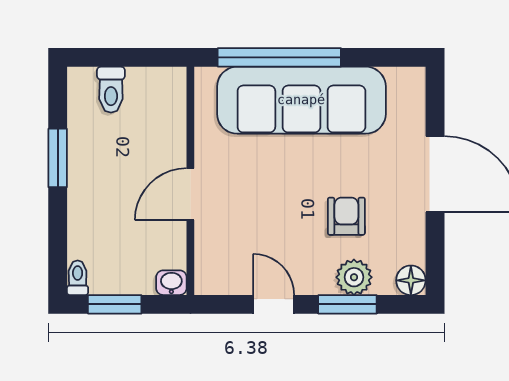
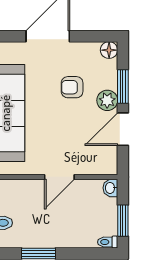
door: (190, 194) -> (59, 177), hinge flipped
plant: (354, 277) -> (107, 100), moved
door: (274, 304) -> (123, 129), width x1.38

